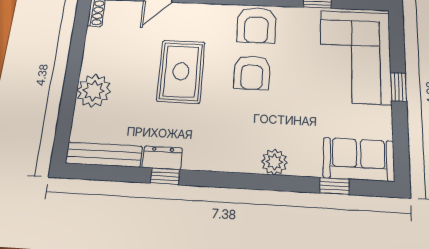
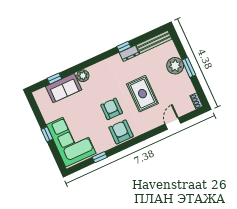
window: (72, 75) -> (189, 68), added
sofa: (358, 159) -> (64, 88), moved

